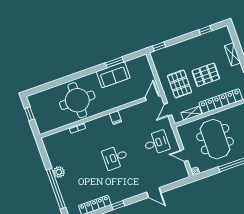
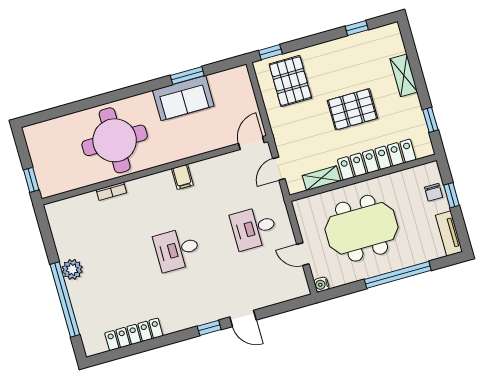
pallet: (180, 84) -> (290, 81), moved
window: (29, 114) -> (31, 180), moved
meeting table: (215, 139) -> (362, 228), turned 90
desk: (156, 143) -> (254, 228), turned 180
window: (118, 205) -> (209, 328), moved

